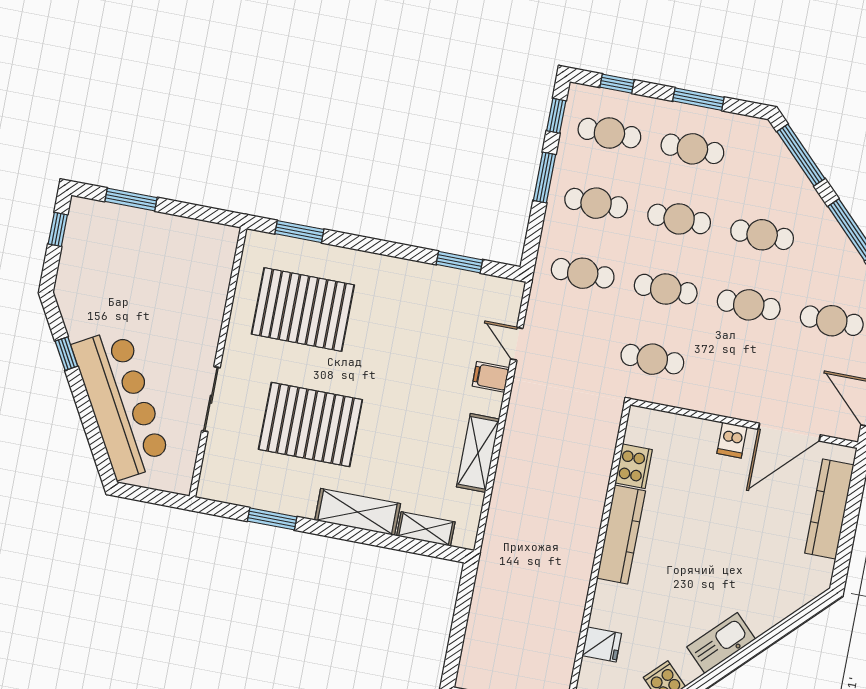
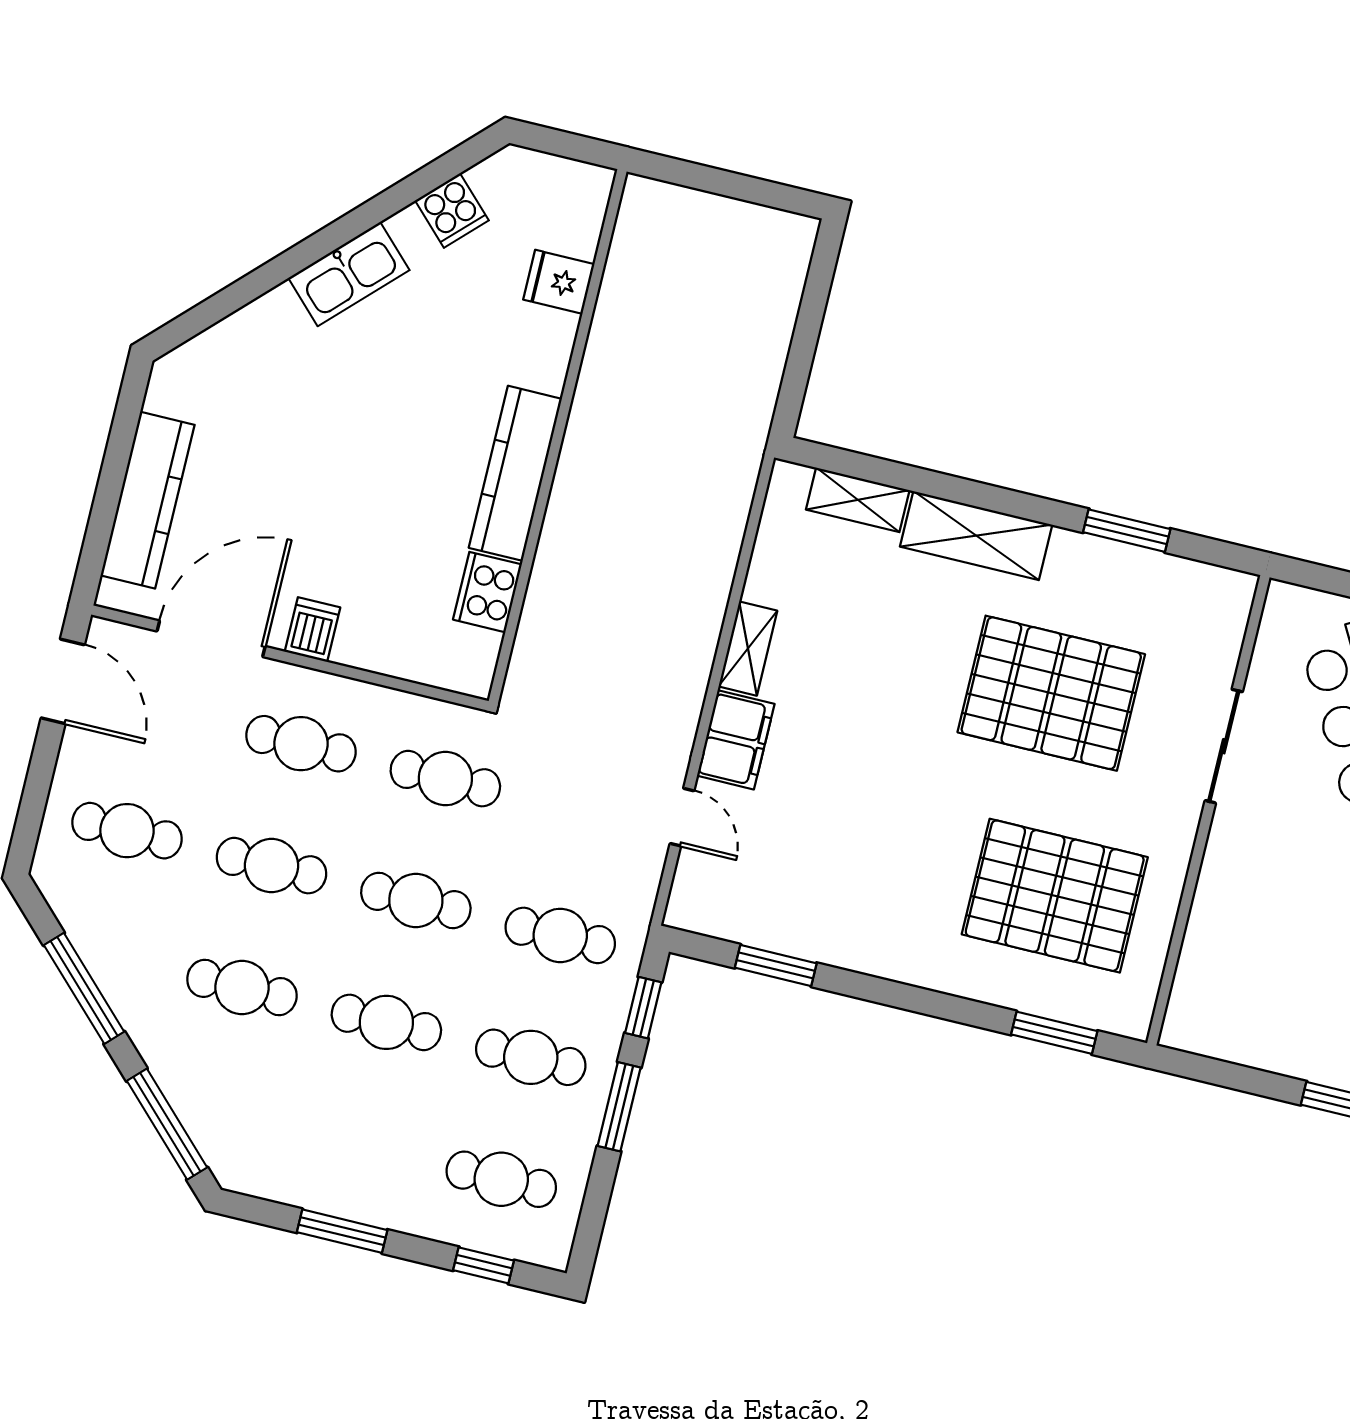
window: (556, 116) -> (643, 1008), moved
cafe table: (692, 149) -> (301, 744), moved
filing cabinet: (491, 377) -> (736, 740), width x2.00
shelving: (478, 453) -> (748, 649), width x0.67, depth x0.75

